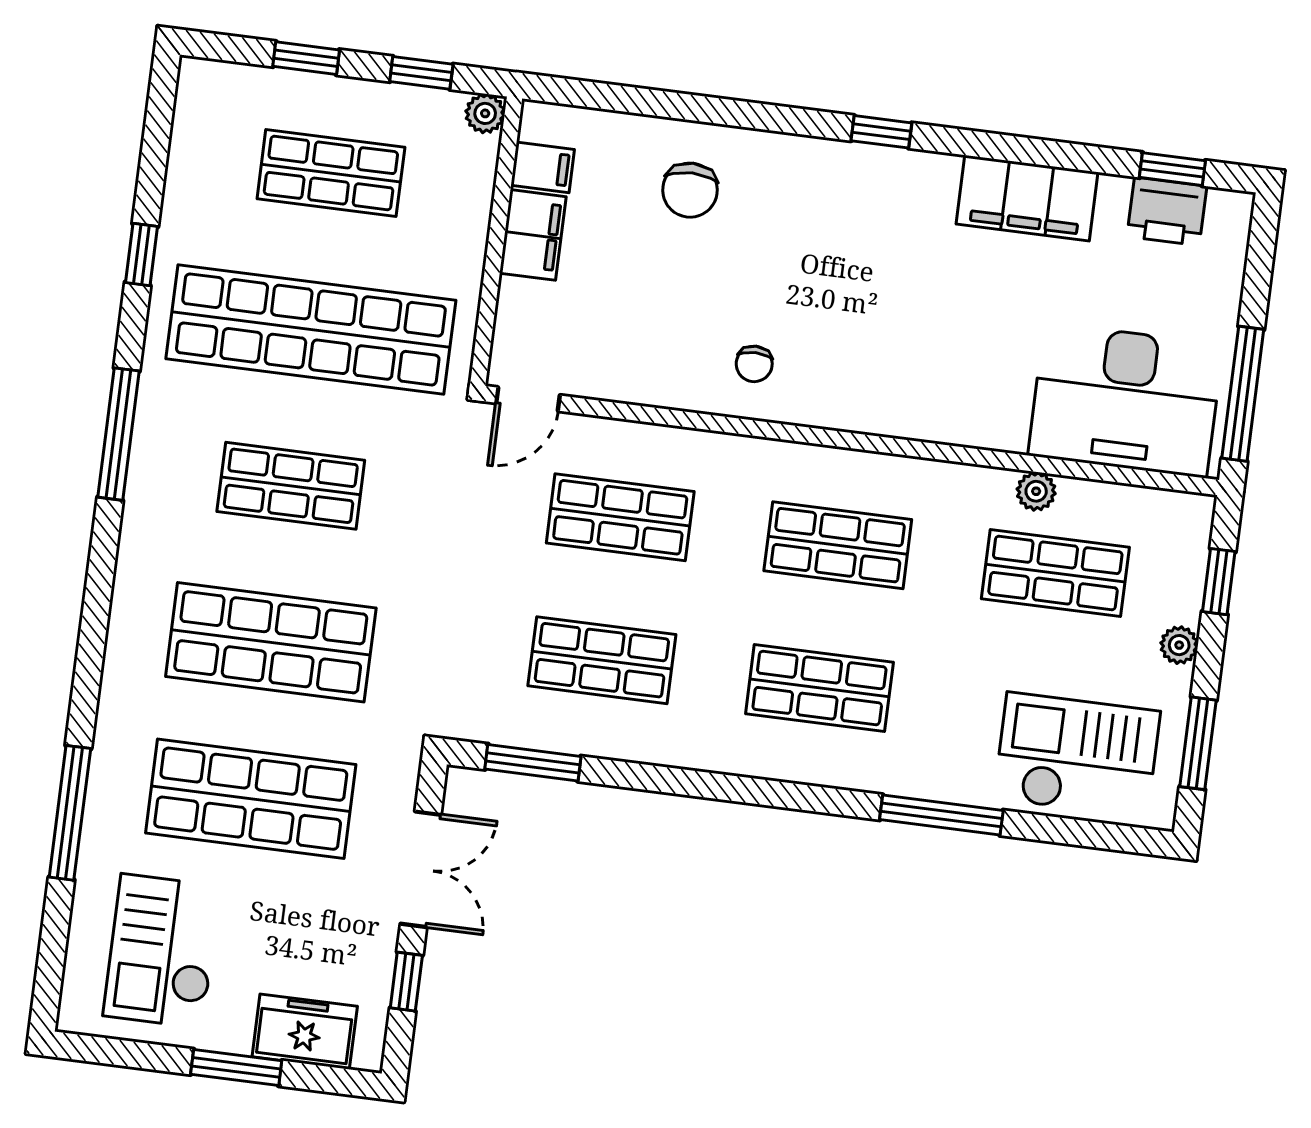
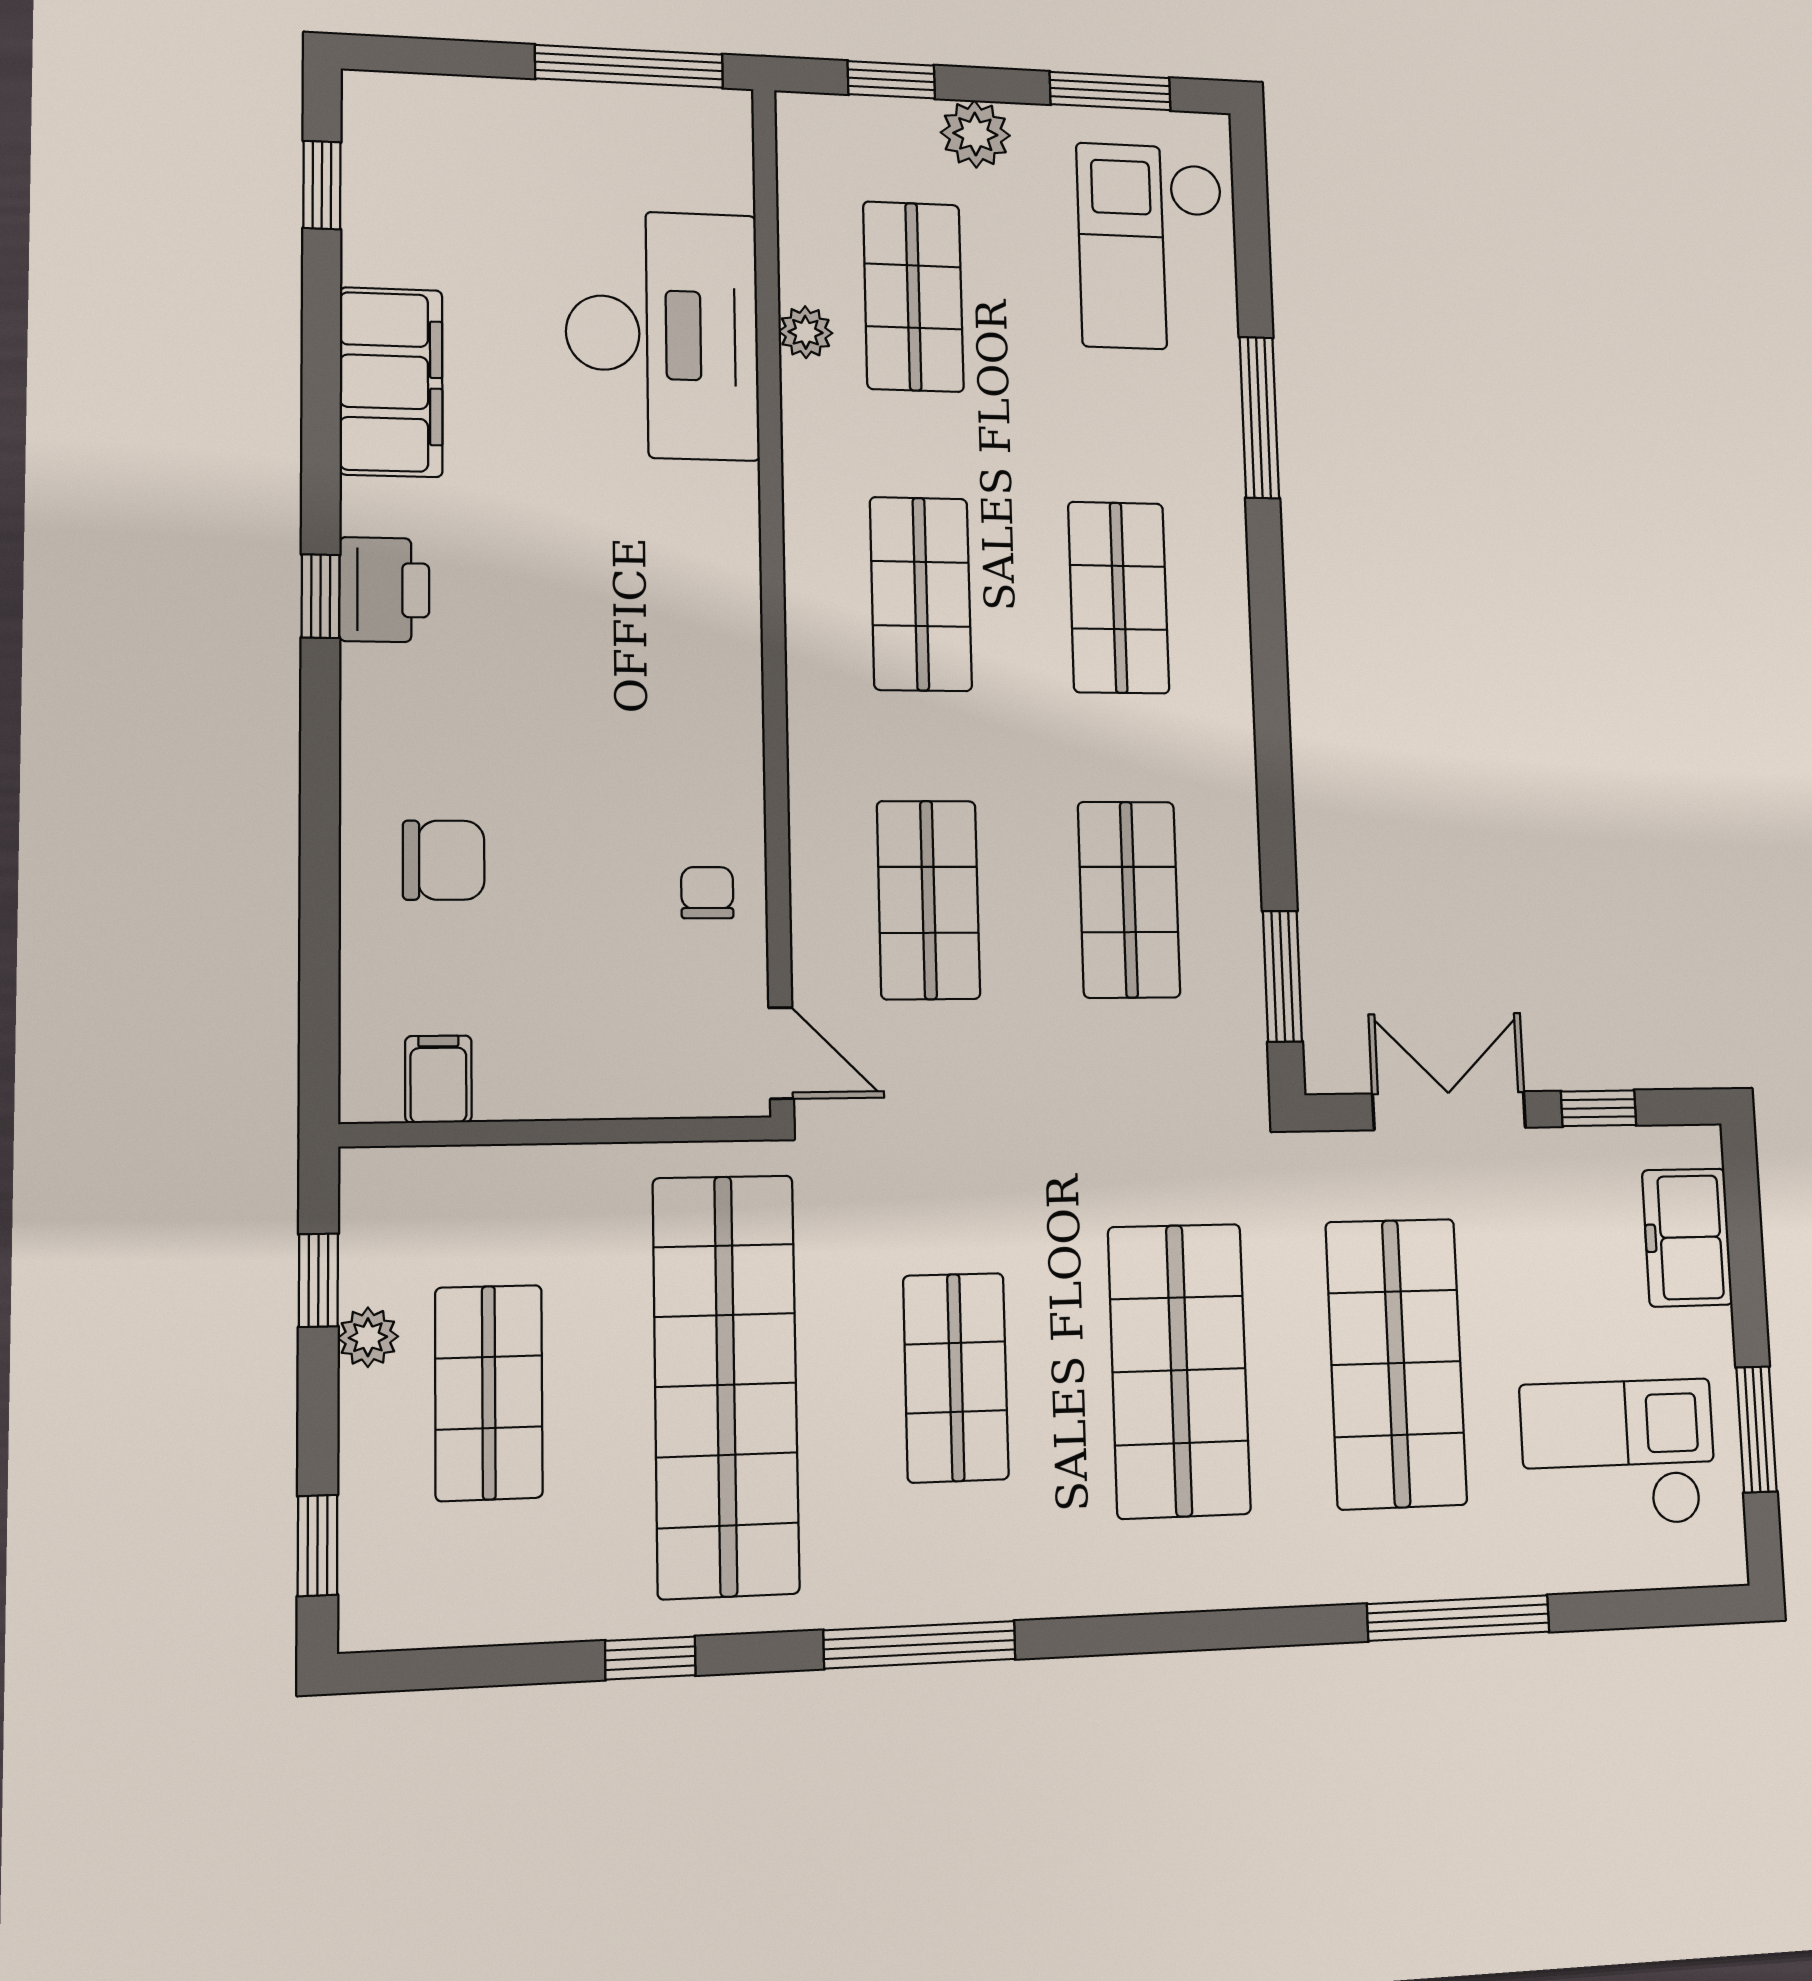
window: (306, 58) -> (318, 1545), moved
plant: (485, 113) -> (368, 1337), moved
printer: (1167, 211) -> (384, 590), moved
filing cabinet: (533, 235) -> (541, 1079), removed
chair: (754, 364) -> (707, 893), moved, turned -90
desk: (1126, 400) -> (662, 335), moved
plant: (1179, 645) -> (975, 134), width x1.38, depth x1.38
checkout: (162, 951) -> (1618, 1453), turned 180
window: (236, 1068) -> (1756, 1429), moved

